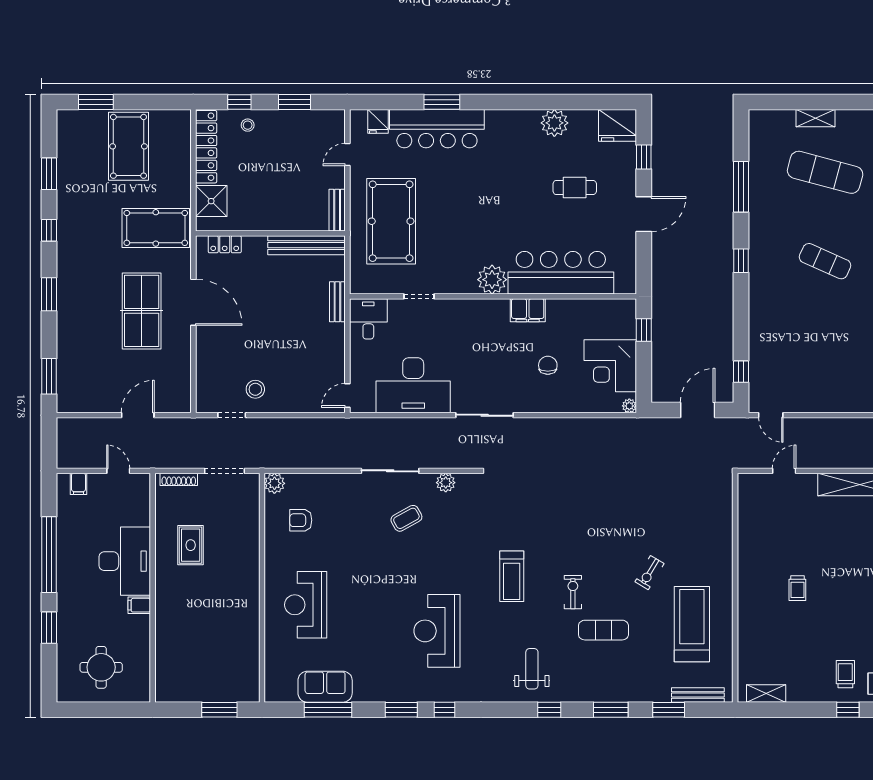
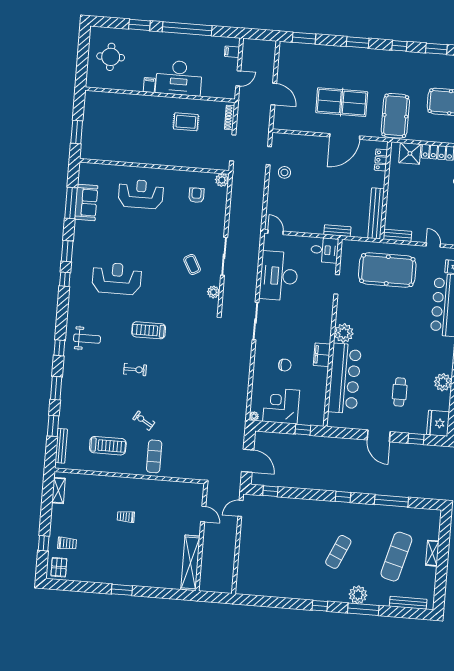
treadmill: (692, 624) -> (108, 446), width x0.73, depth x0.73
exercise mat: (603, 630) -> (154, 456), moved

